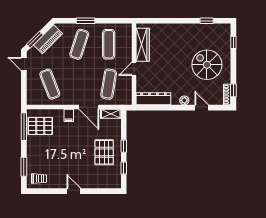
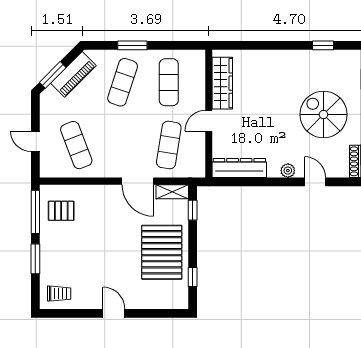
door: (24, 64) -> (35, 141), moved
filing cabinet: (69, 115) -> (106, 194), removed
pallet: (40, 126) -> (61, 211), width x0.67, depth x0.71
window: (124, 146) -> (193, 210), moved
pallet: (104, 152) -> (162, 252), width x1.37, depth x1.41
window: (24, 167) -> (35, 259), moved

